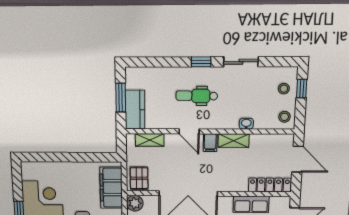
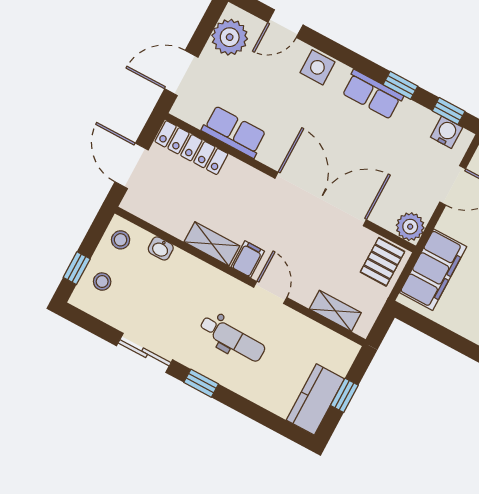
window: (121, 98) -> (344, 395), width x0.67
kitchen counter: (135, 110) -> (315, 399), moved
washbasin: (246, 124) -> (161, 248), moved

